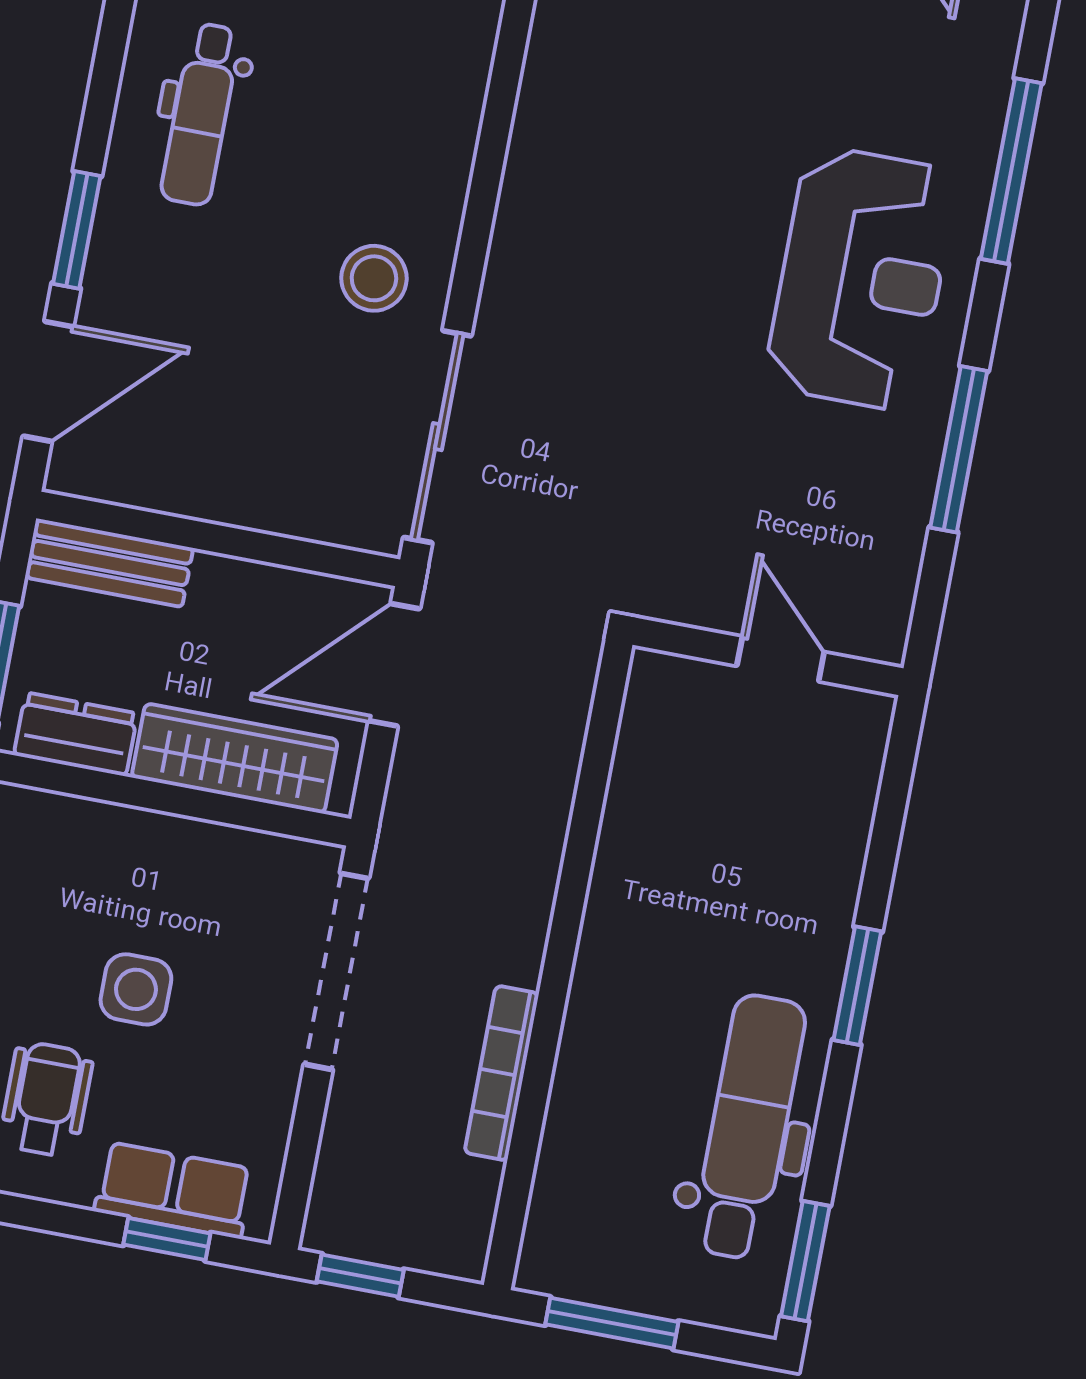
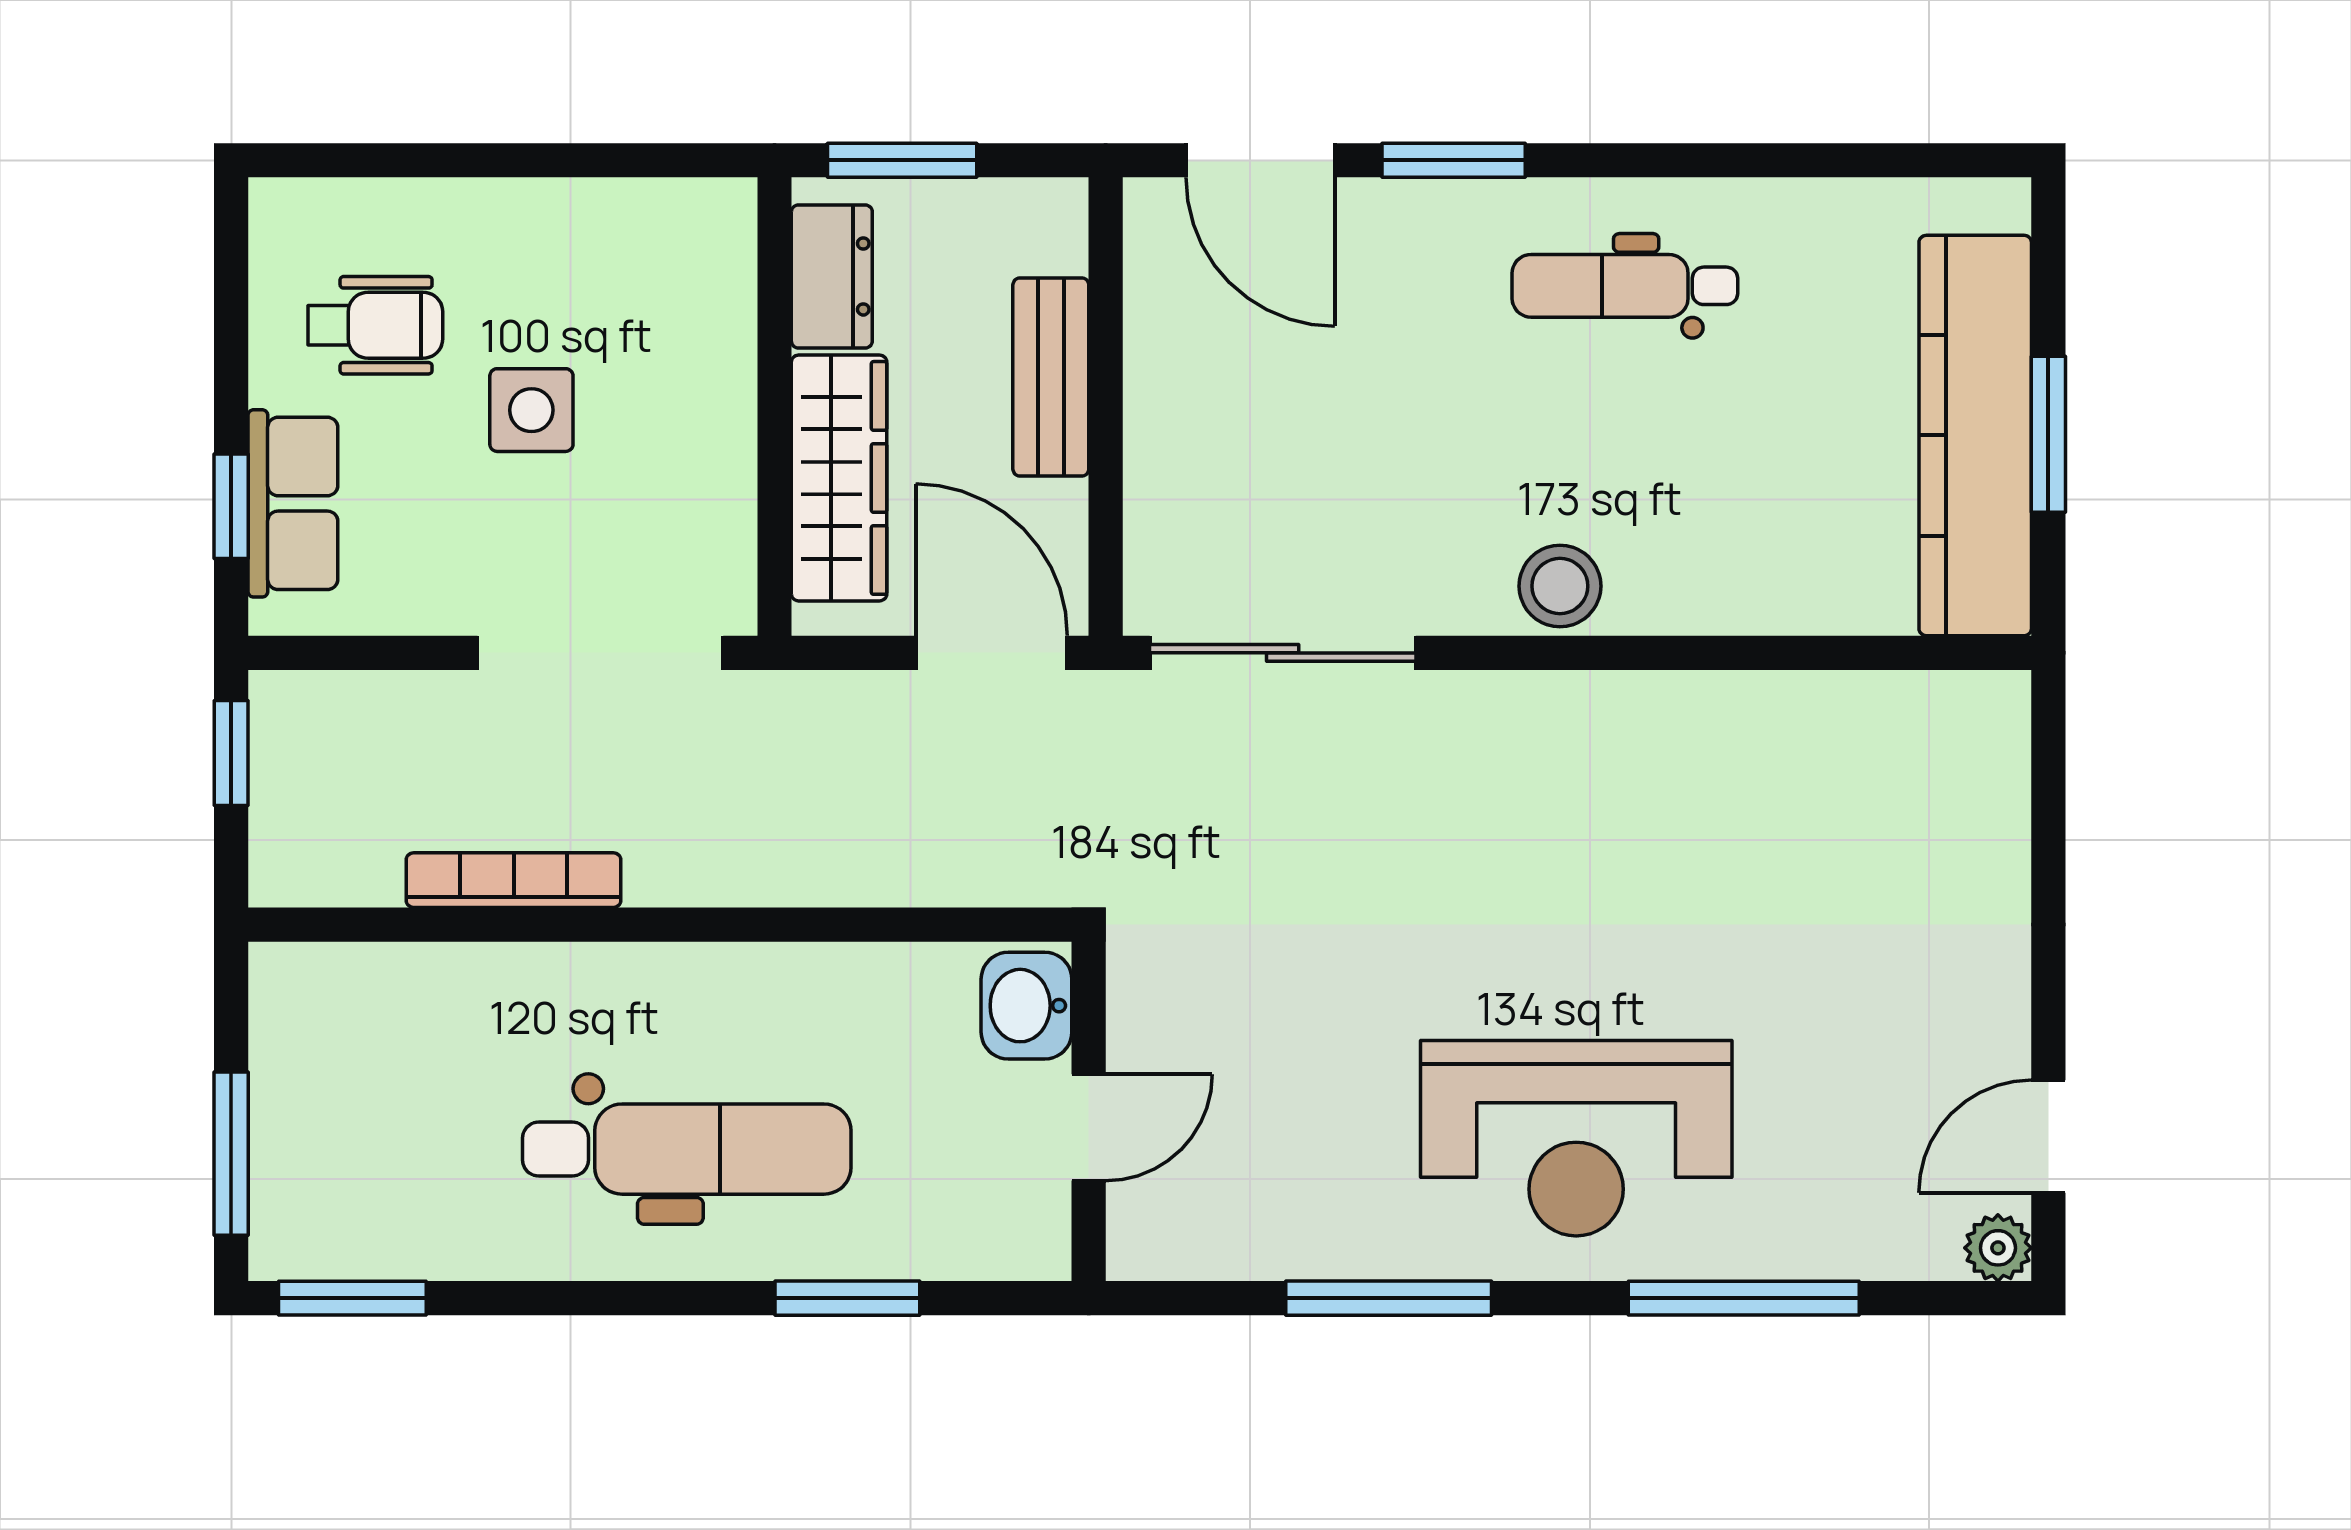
stool: (374, 278) -> (1560, 586), moved
bench: (110, 563) -> (1051, 377), moved
washbasin: (676, 690) -> (1026, 1006), added
window: (857, 986) -> (847, 1298), moved
dental chair: (749, 1127) -> (687, 1149), moved
window: (612, 1323) -> (231, 1154), moved

